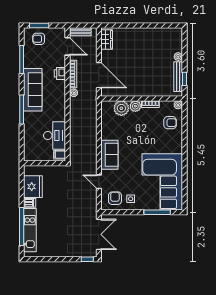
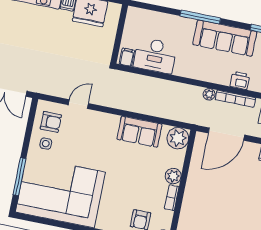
plant: (121, 108) -> (178, 138), moved
sofa: (109, 155) -> (139, 132), moved

